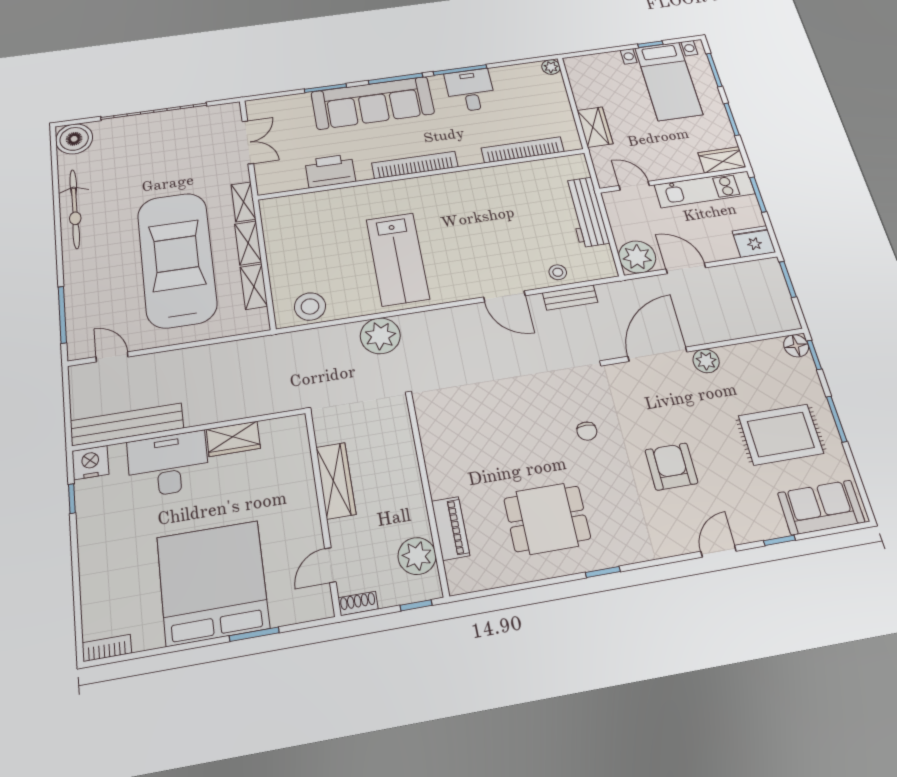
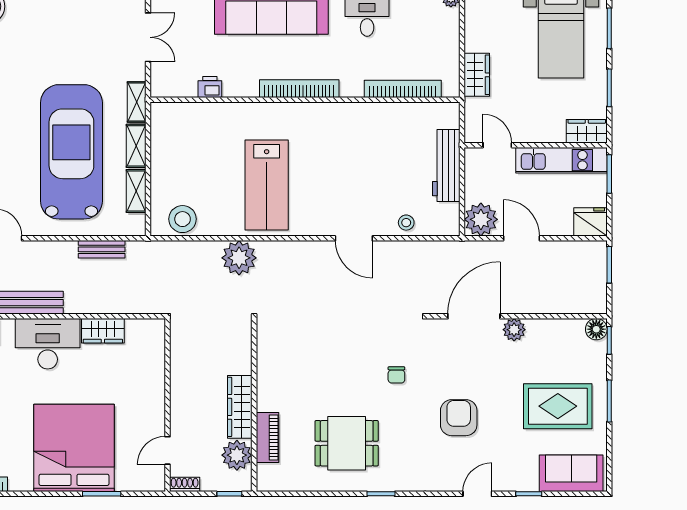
printer: (330, 171) -> (210, 87), width x0.53, depth x0.68
bench: (570, 298) -> (102, 249), moved
wardrobe: (336, 480) -> (240, 407), moved, turned 180

